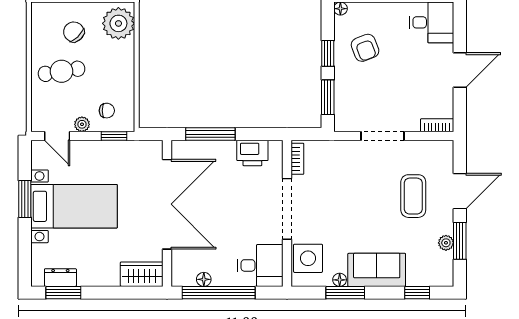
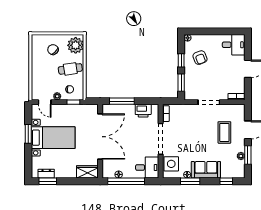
cafe table: (62, 71) -> (70, 69), moved

